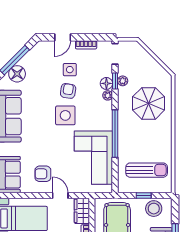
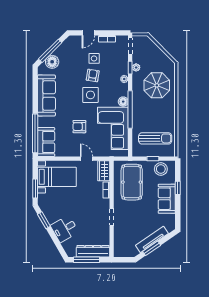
floor lamp: (106, 83) -> (123, 102), moved
armchair: (43, 174) -> (79, 127), moved

